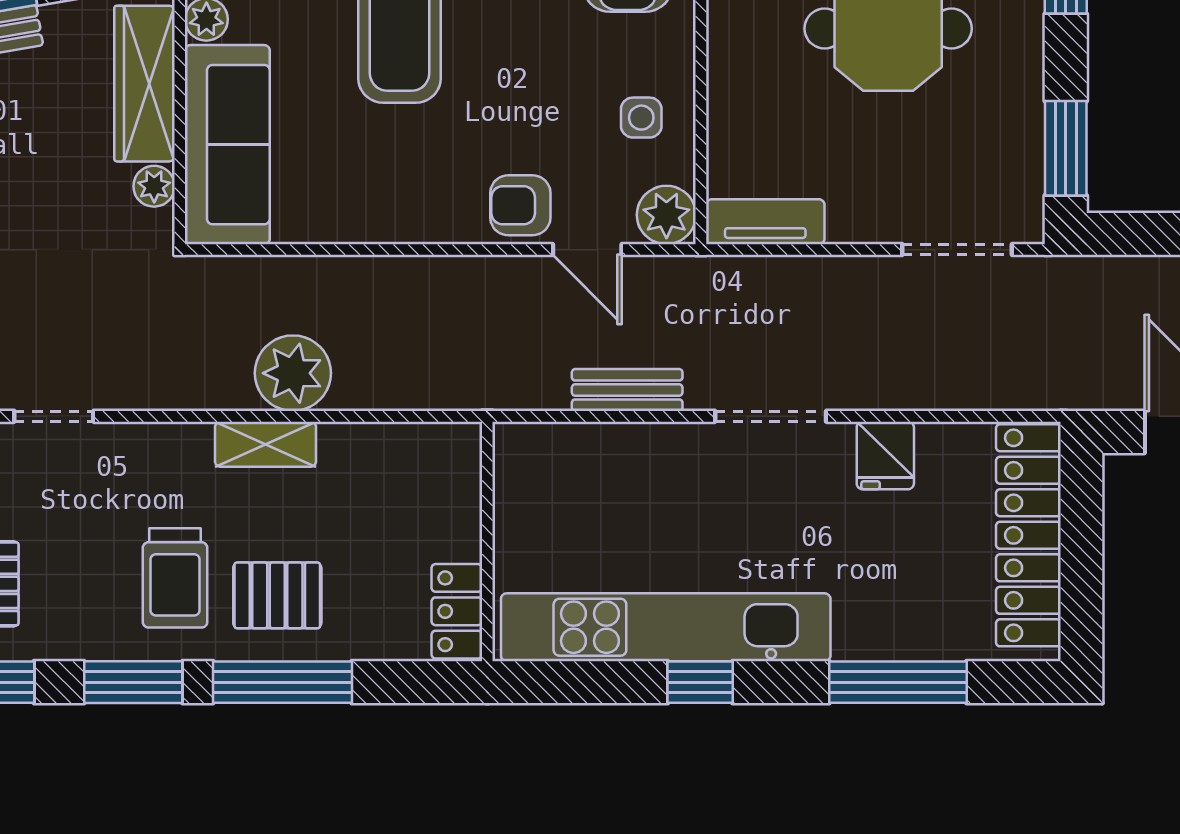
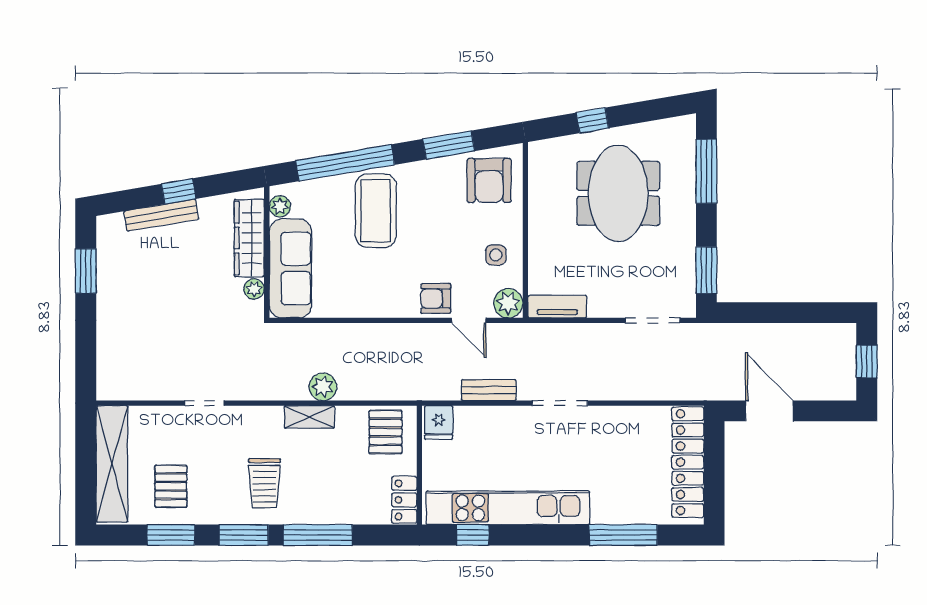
plant: (293, 373) -> (323, 387), width x0.73, depth x0.73
fridge: (885, 455) -> (439, 423), moved
pallet: (277, 595) -> (386, 432), moved, turned 90
window: (700, 682) -> (473, 535), moved

